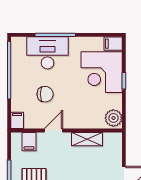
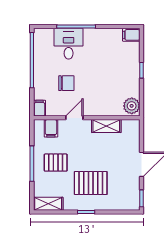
desk: (47, 53) -> (69, 44), width x0.73
corner desk: (102, 72) -> (120, 62), removed

